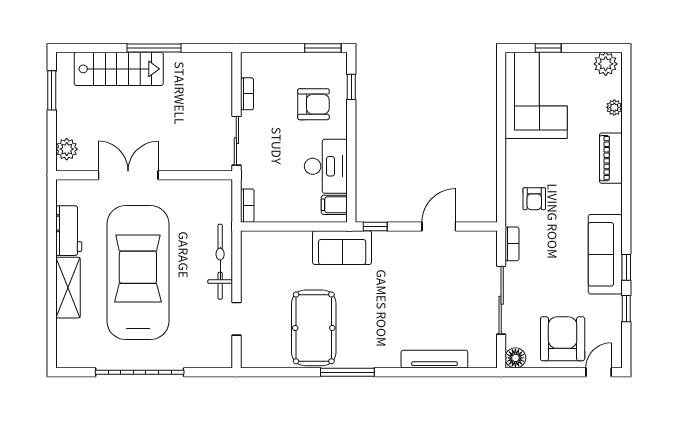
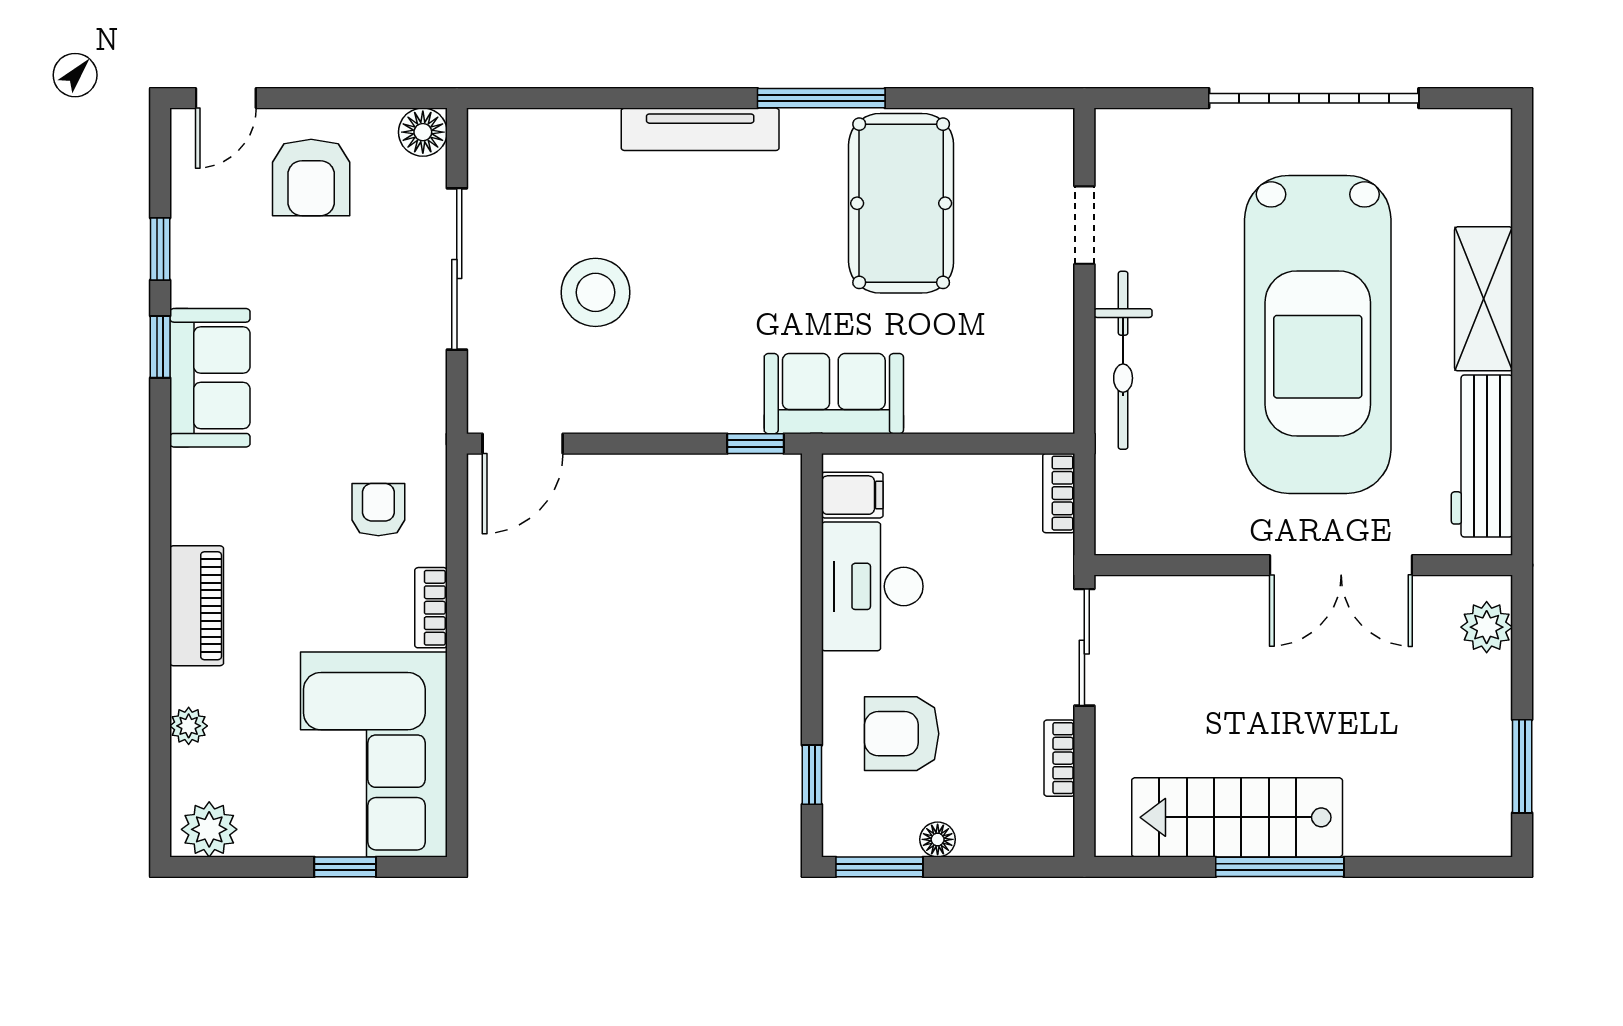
floor lamp: (298, 60) -> (938, 839), added
stairs: (119, 69) -> (1237, 817), moved
door: (439, 227) -> (523, 444), moved
workbench: (69, 231) -> (1482, 456), width x1.38
bookcase: (512, 244) -> (431, 608), moved
sofa: (605, 254) -> (210, 378), width x0.73
stool: (443, 290) -> (595, 292), added
armchair: (563, 339) -> (311, 177), width x0.73, depth x0.73
tv unit: (434, 359) -> (700, 129), moved

